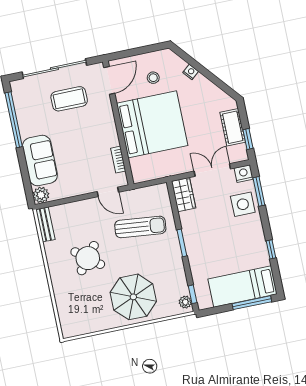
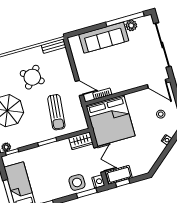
coffee table: (69, 99) -> (142, 57), removed
bed: (152, 124) -> (110, 121), moved
cot: (233, 127) -> (119, 175), moved
sofa: (40, 161) -> (104, 38), width x1.36
door: (108, 192) -> (79, 88), swing flipped
plant: (41, 195) -> (131, 26), moved

